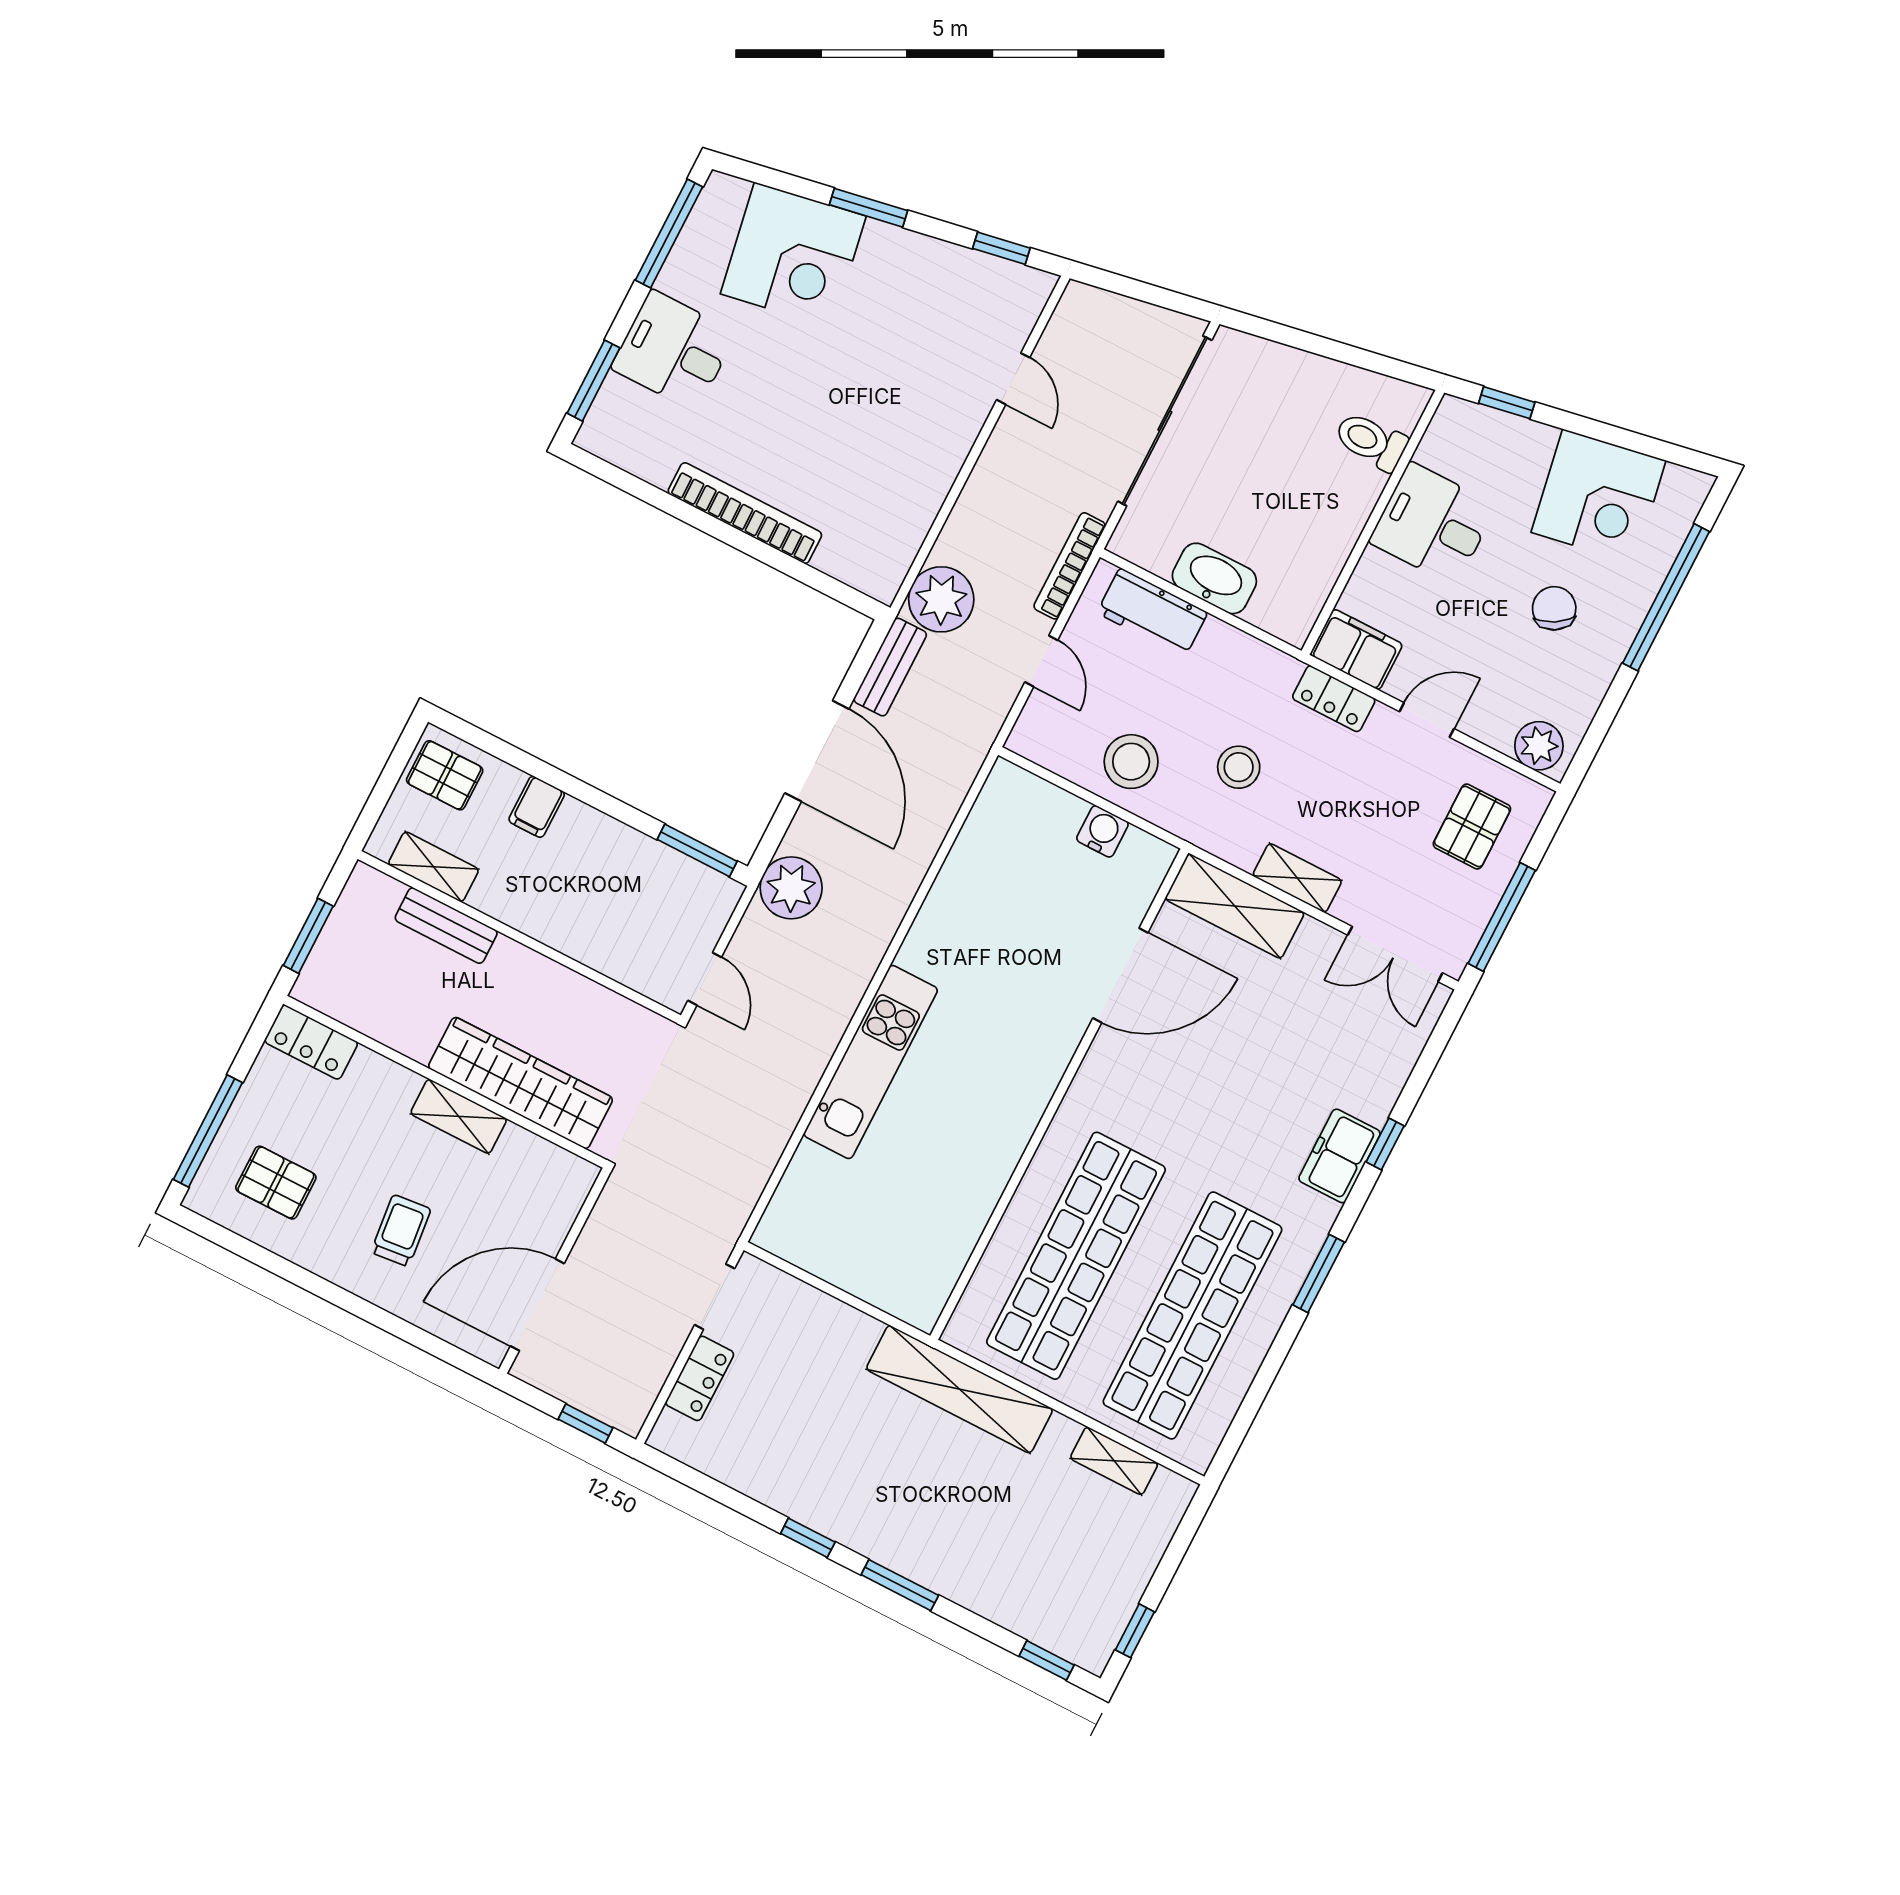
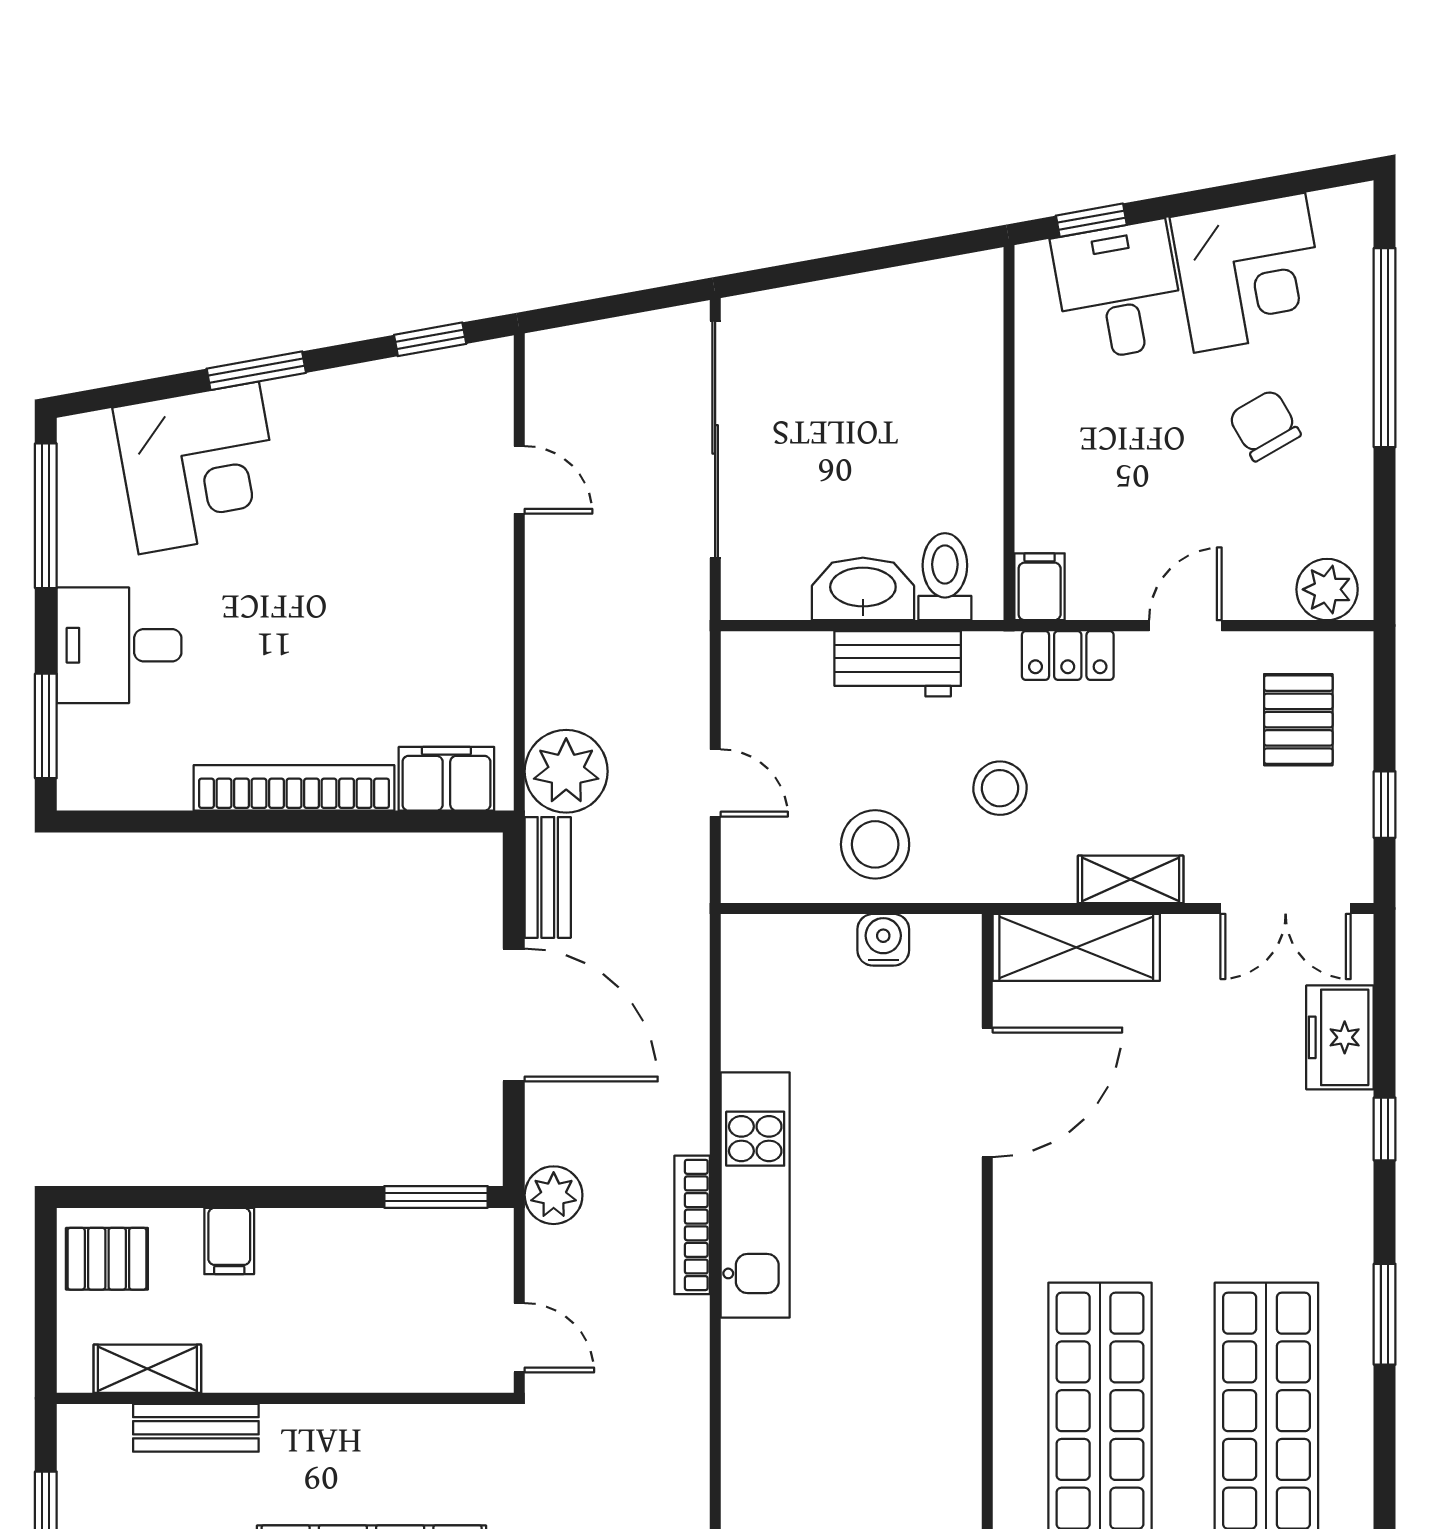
toilet: (1371, 441) -> (945, 577), moved, turned 90
desk: (1433, 524) -> (1119, 291), moved, turned 80
filing cabinet: (855, 562) -> (446, 779), added
bookcase: (1070, 566) -> (692, 1225), moved
workbench: (1152, 613) -> (898, 664), moved
filing cabinet: (1356, 649) -> (1040, 587), width x0.50
plant: (791, 888) -> (554, 1195), width x0.73, depth x0.73
window: (1502, 917) -> (1385, 805), width x0.46
kitchen unit: (871, 1062) -> (755, 1195), moved
freezer: (1339, 1156) -> (1340, 1037), moved

